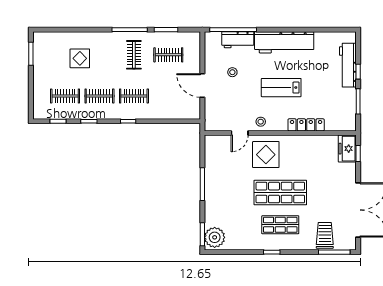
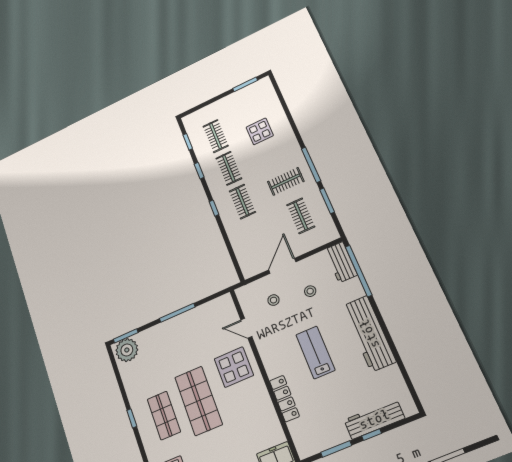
workbench: (238, 40) -> (341, 262), moved
stool: (261, 122) -> (274, 300), moved

